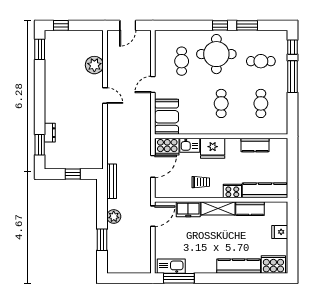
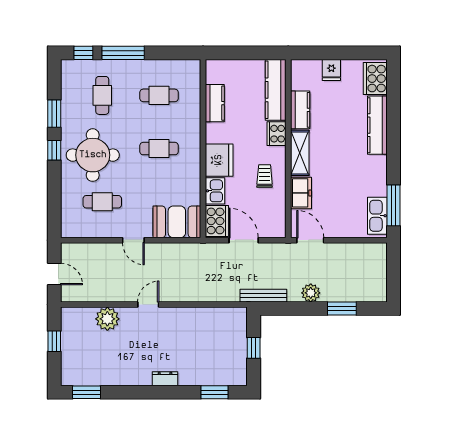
window: (61, 25) -> (54, 341), moved
dresser: (50, 133) -> (165, 379), moved

